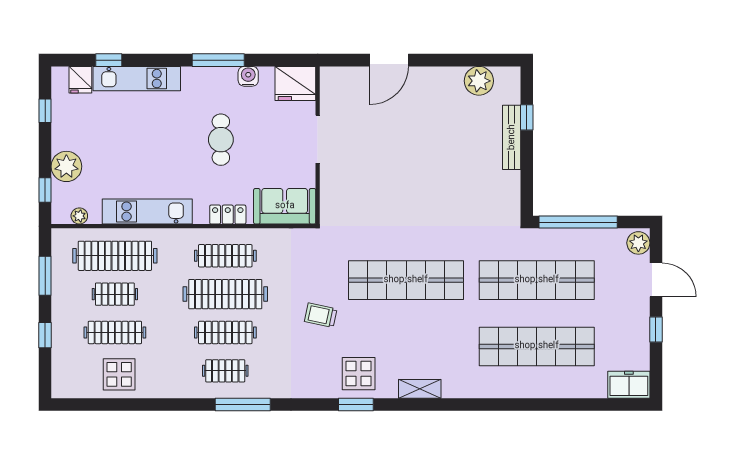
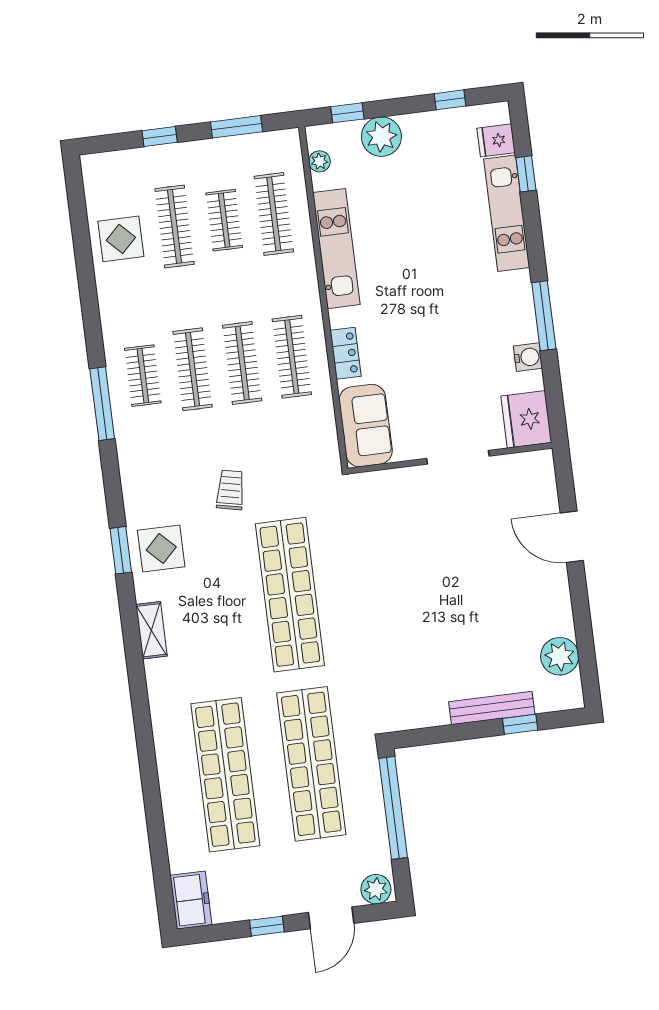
cafe table: (221, 140) -> (441, 332), removed
clothes rail: (115, 256) -> (274, 214), width x0.73, depth x0.76
clothes rail: (225, 294) -> (242, 363), width x0.73, depth x0.76

